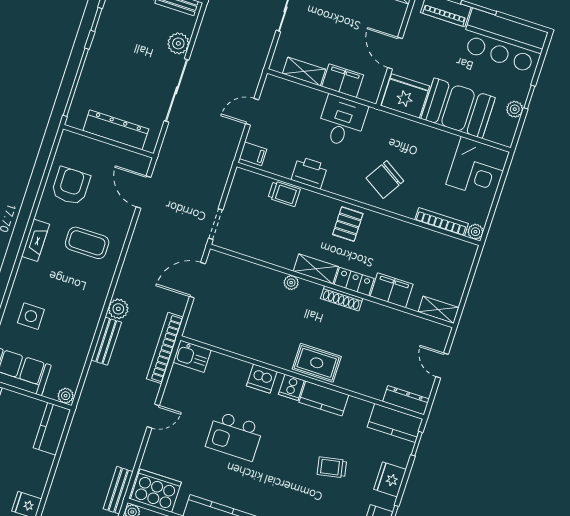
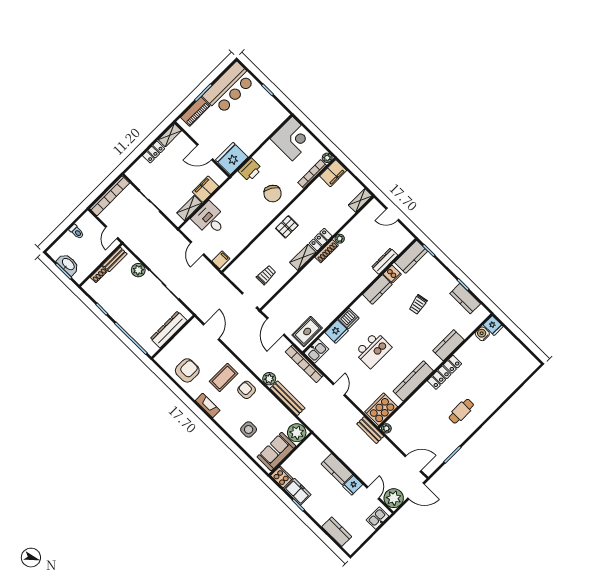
booth: (458, 108) -> (253, 133), removed
plant: (515, 109) -> (270, 101), removed
desk: (342, 121) -> (210, 219), moved
printer: (309, 173) -> (250, 170), moved, turned 180
armchair: (71, 186) -> (187, 370), turned 90
door: (144, 192) -> (211, 332), swing flipped
trolley: (284, 194) -> (266, 275), moved
pallet: (348, 224) -> (287, 227), turned 90
plant: (291, 283) -> (340, 239), moved
armchair: (86, 285) -> (247, 390), added
filing cabinet: (392, 290) -> (333, 173), moved, turned 180
bench: (106, 341) -> (287, 398), width x1.36
rug: (317, 363) -> (307, 332), moved
cooker: (291, 387) -> (392, 274), moved
plant: (66, 396) -> (297, 433), width x1.88, depth x1.88
dresser: (406, 400) -> (385, 261), moved
kitchen counter: (52, 429) -> (337, 469), moved
fridge: (390, 479) -> (337, 332), moved, turned -90

